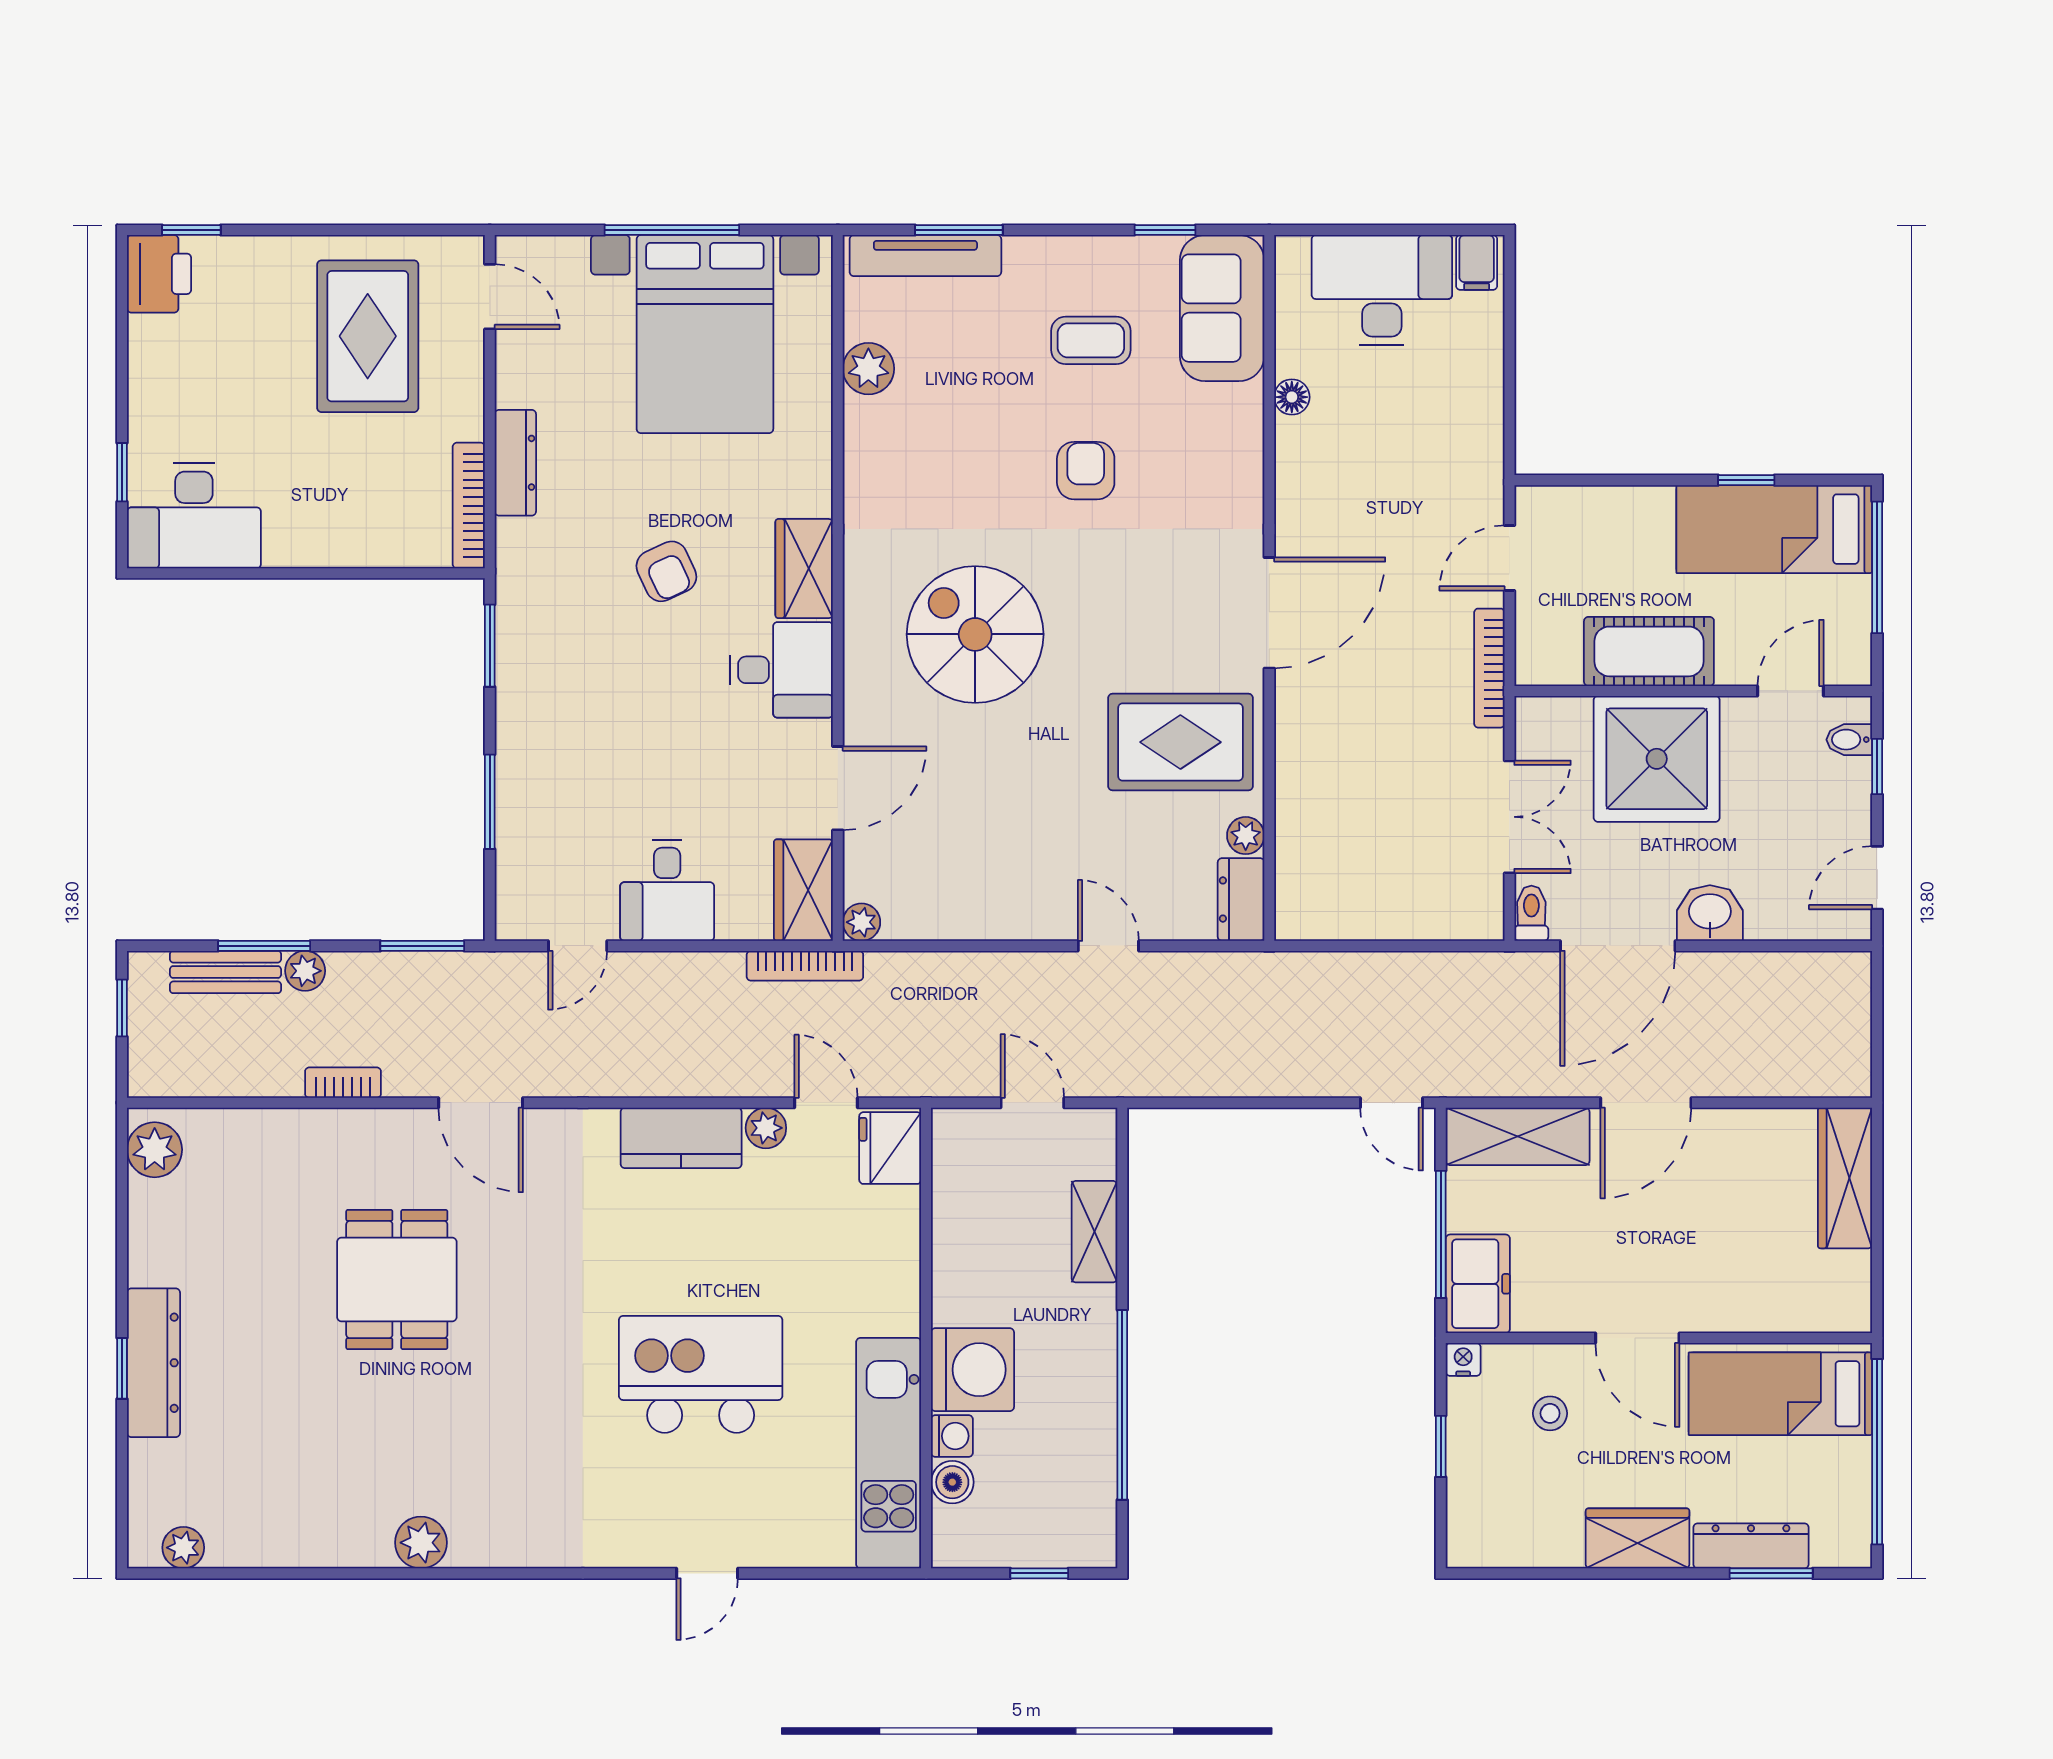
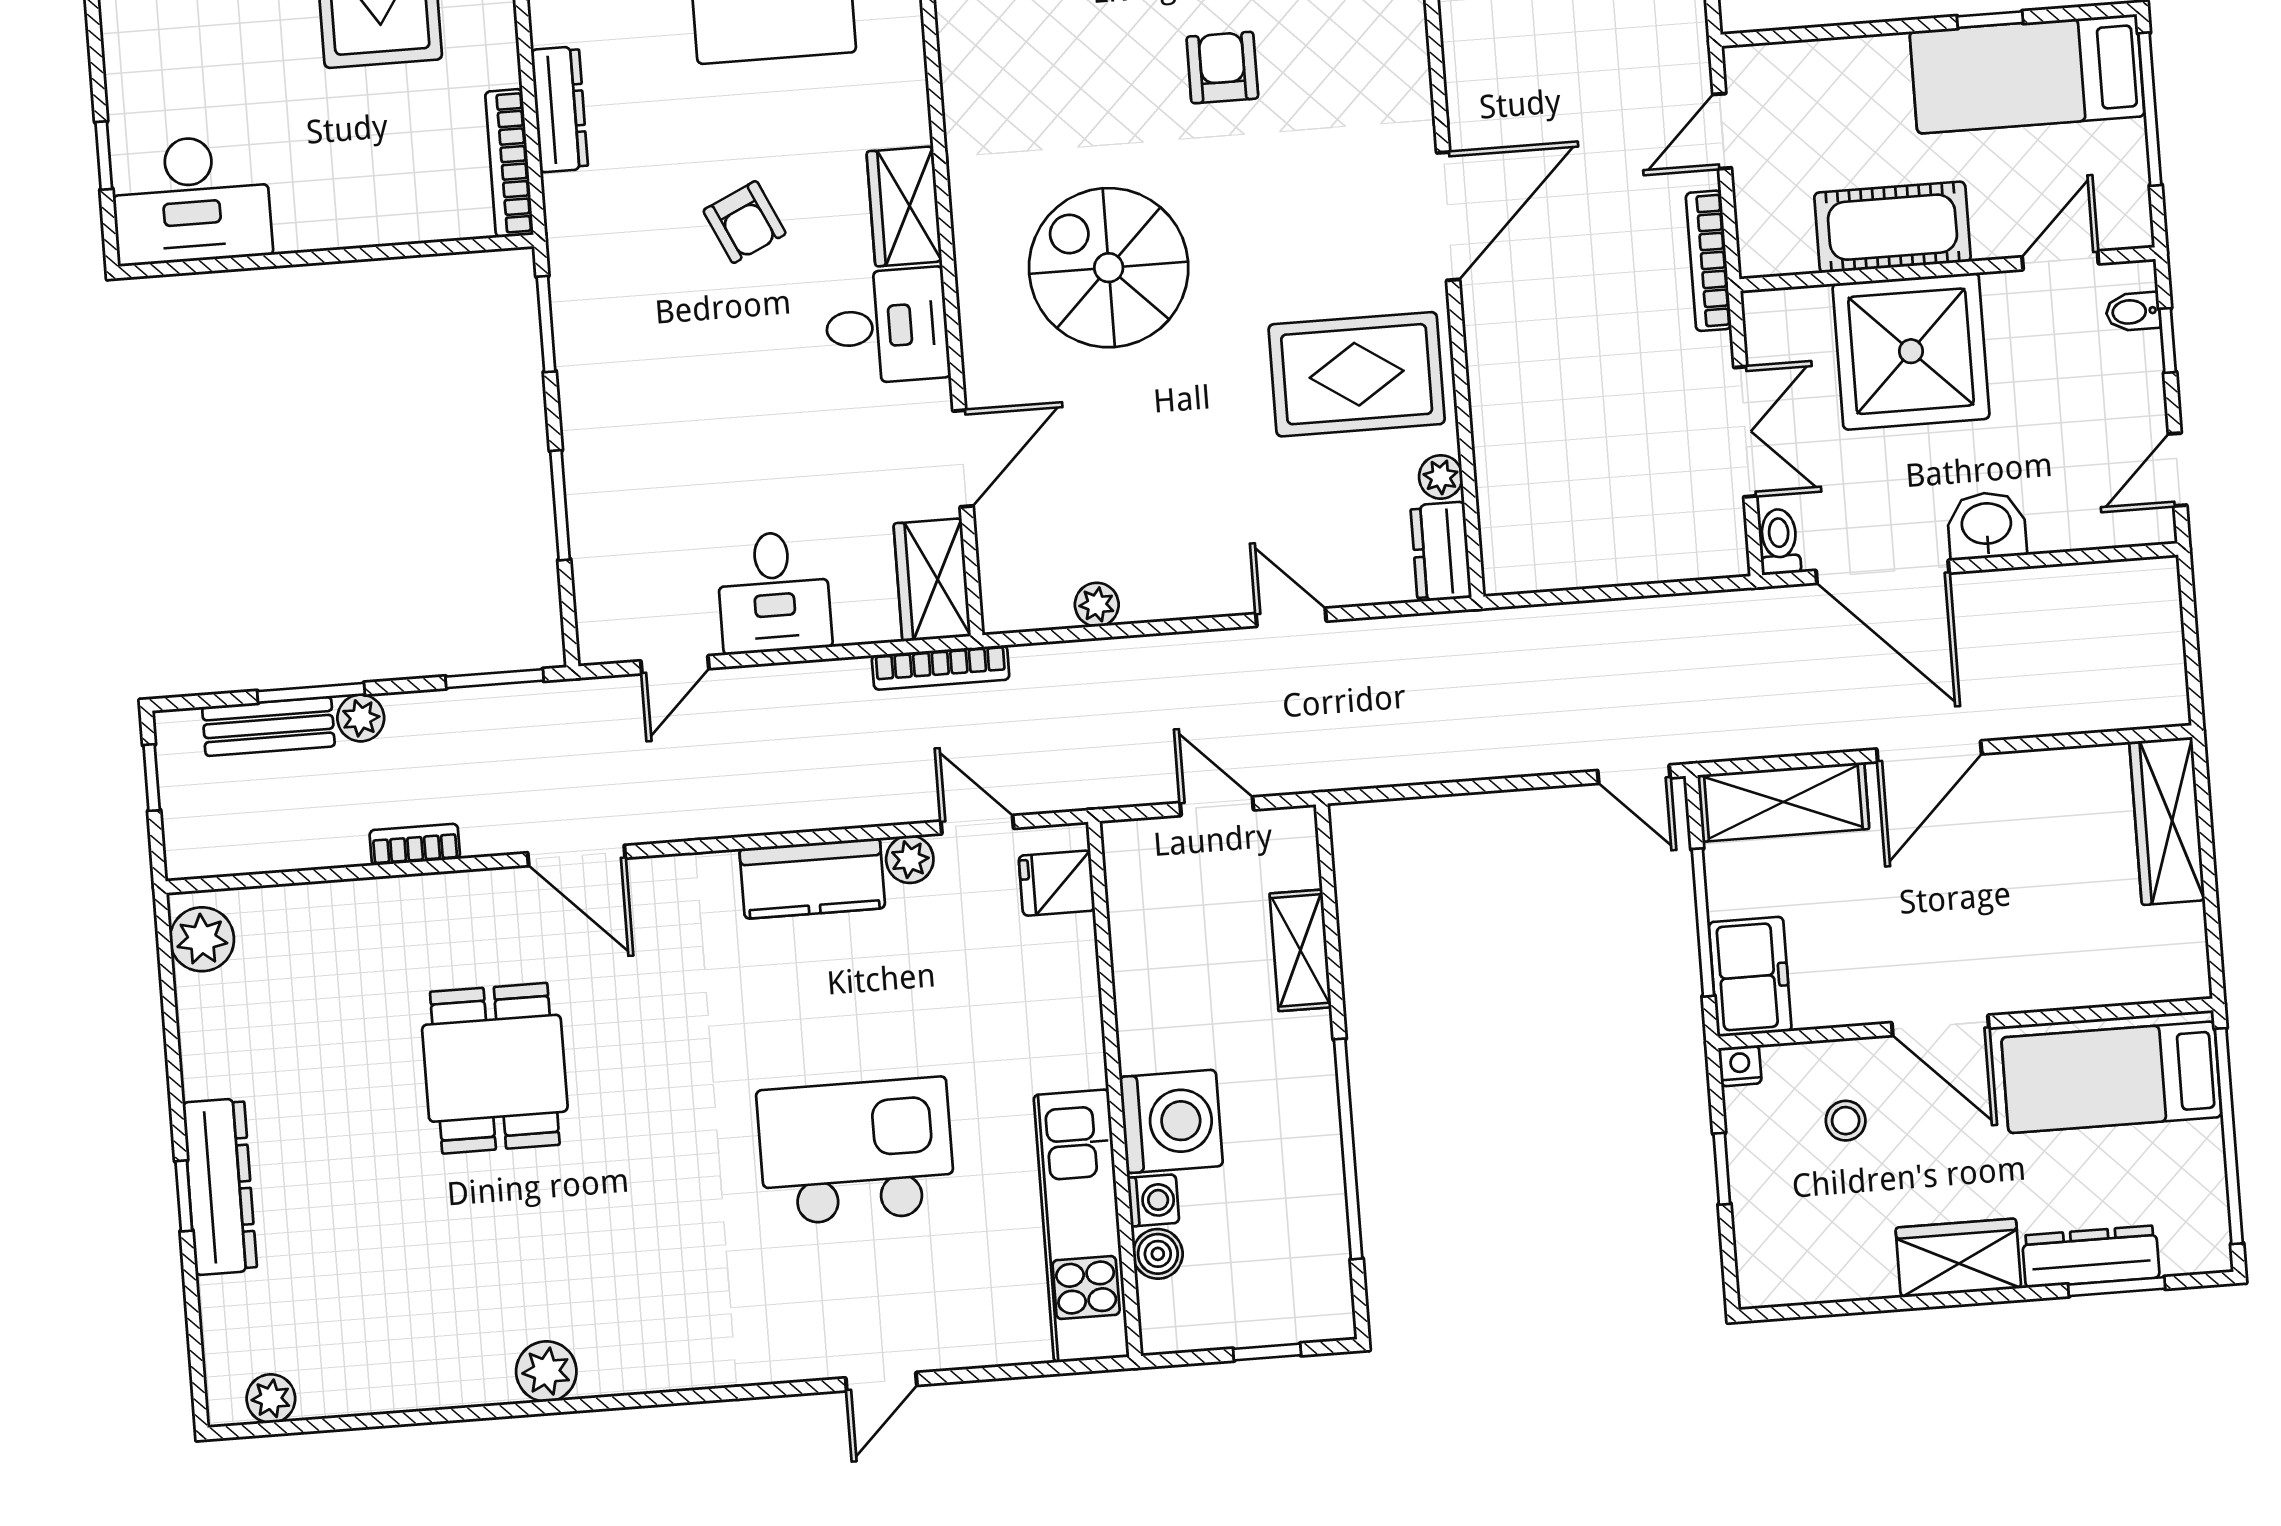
plant: (861, 922) -> (1097, 605), moved
door: (1618, 946) -> (1883, 572), hinge flipped
fridge: (890, 1148) -> (1057, 883), width x0.72

